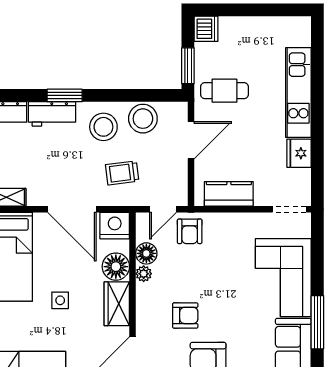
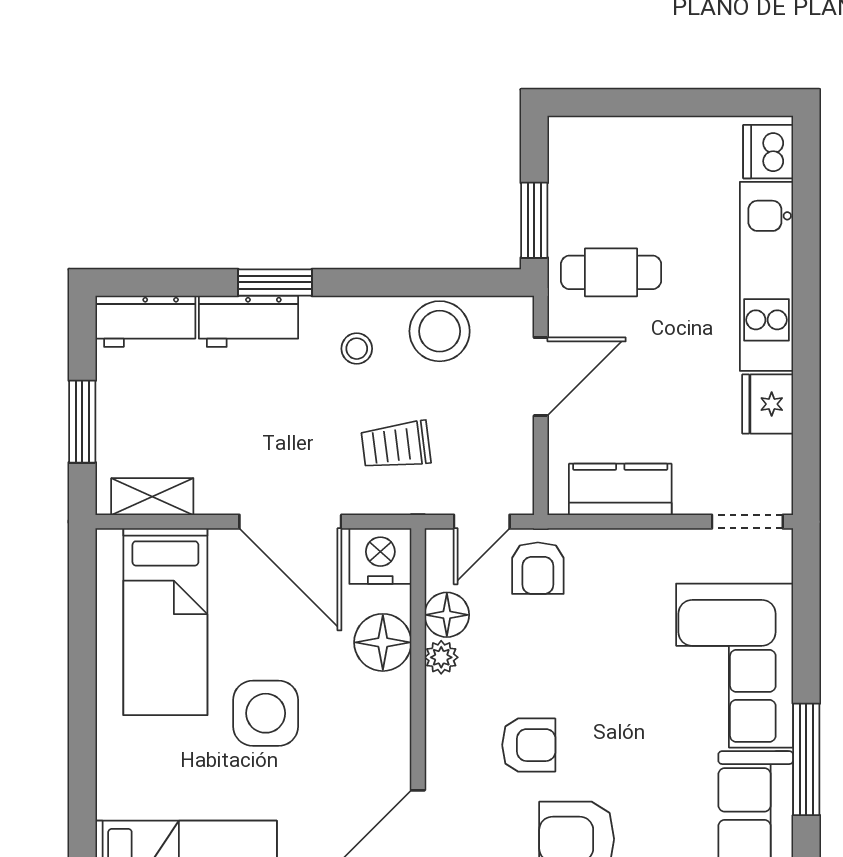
dishwasher: (206, 29) -> (768, 152), moved, turned 180
stool: (103, 127) -> (357, 349), width x0.53, depth x0.53
side table: (60, 300) -> (266, 713), width x1.87, depth x1.87
wardrobe: (117, 304) -> (385, 720), removed

